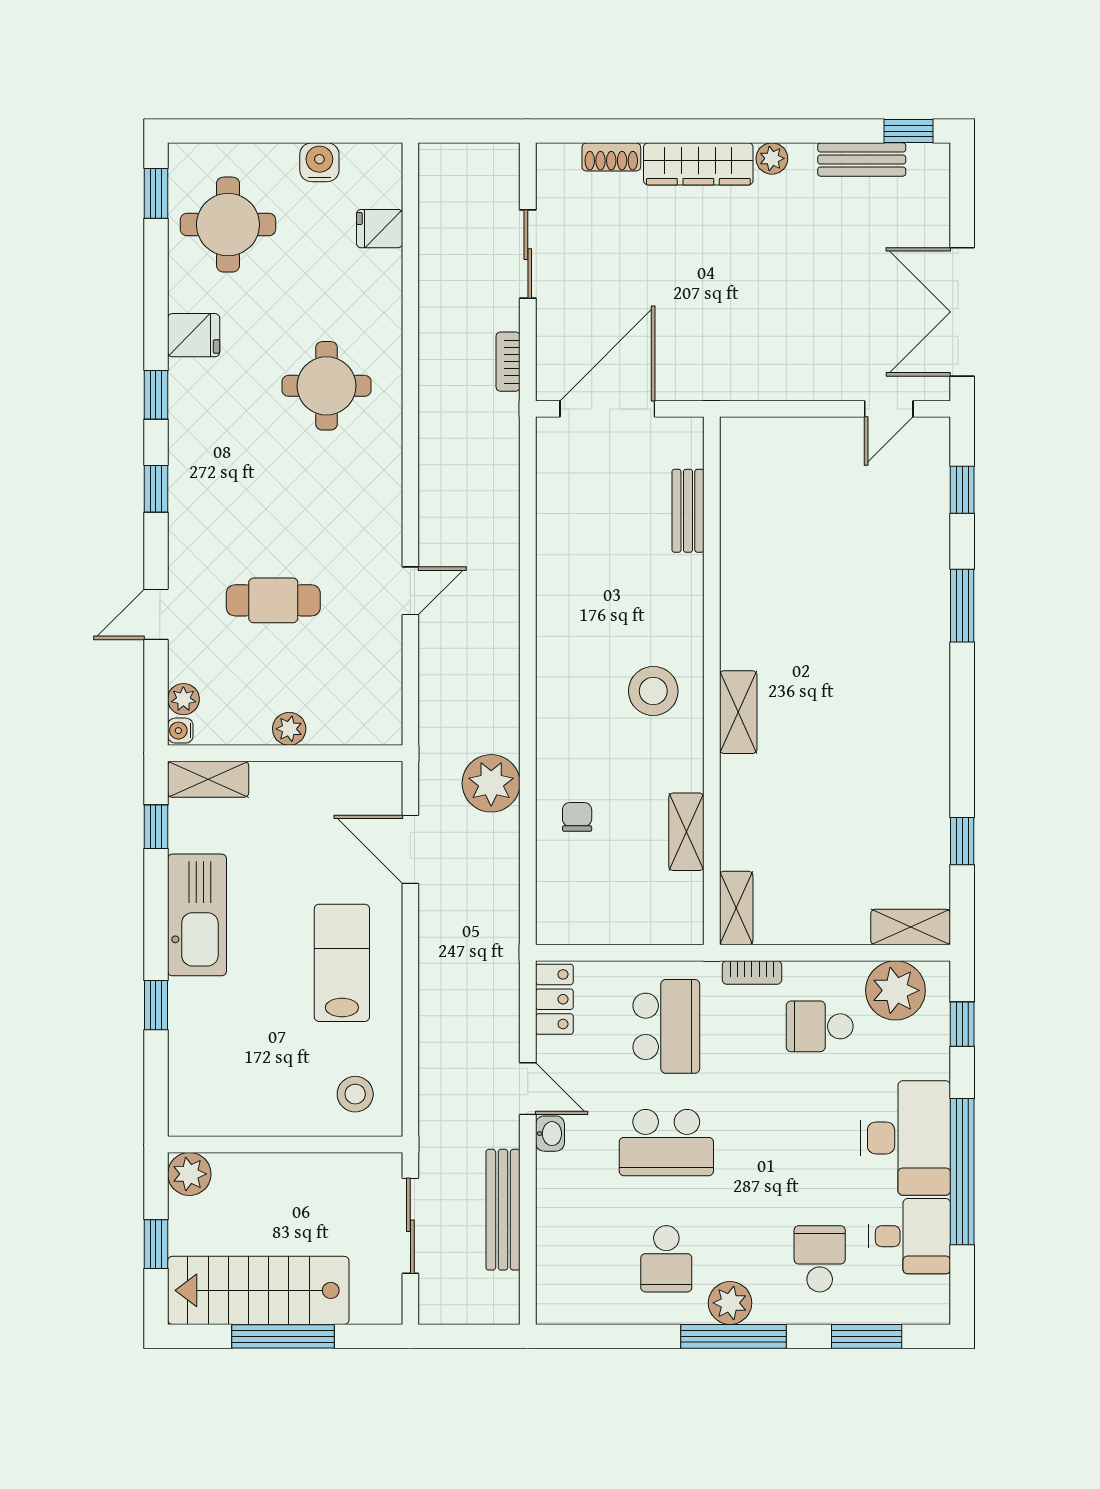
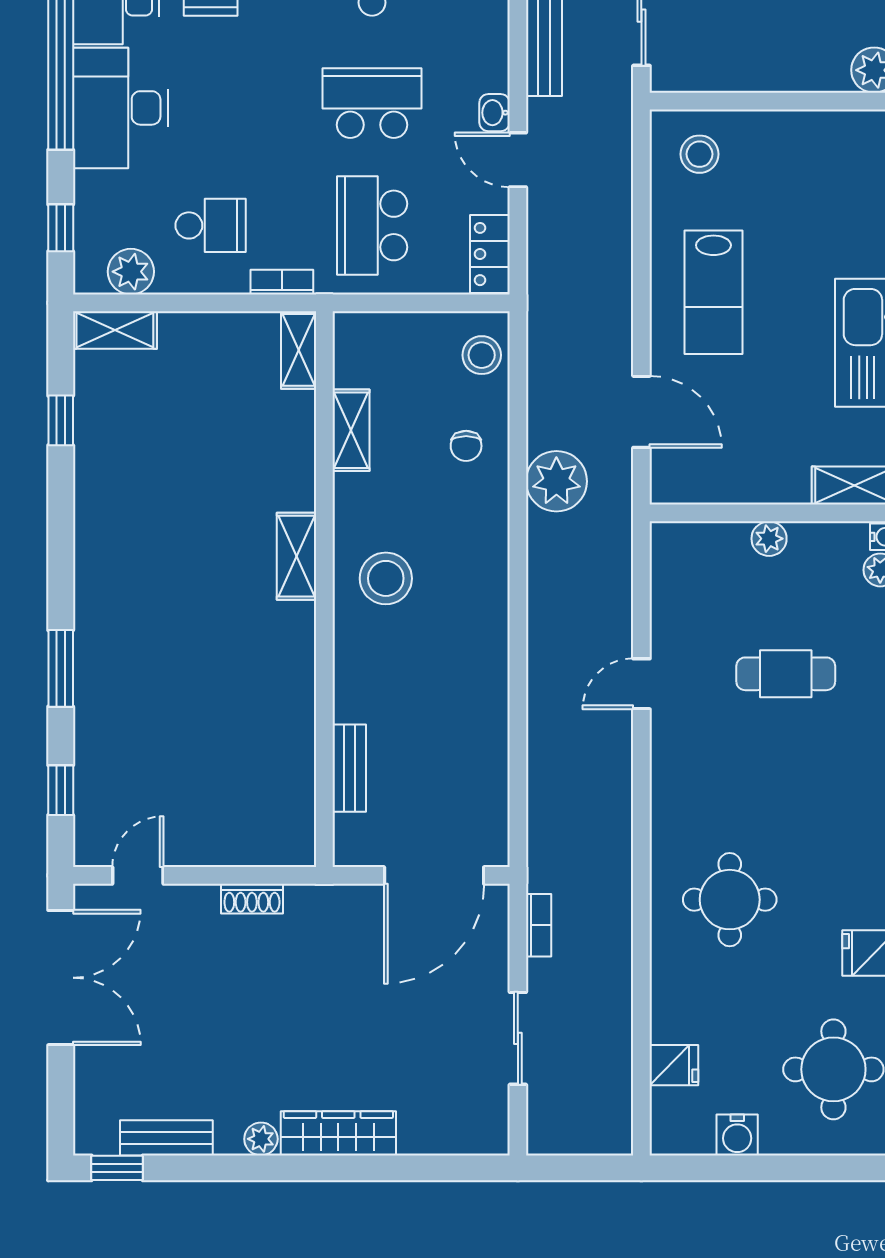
shoe rack: (611, 157) -> (252, 899), moved, turned 180
stool: (562, 903) -> (482, 355), added
plant: (895, 990) -> (131, 272), width x0.73, depth x0.73

